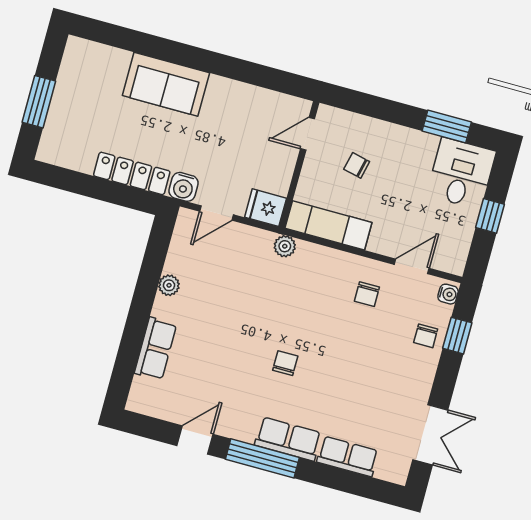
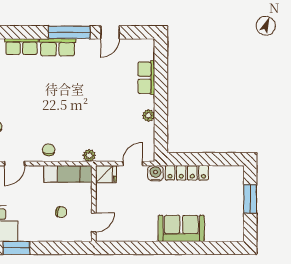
chair: (367, 294) -> (49, 150), moved
chair: (285, 363) -> (71, 90), removed

